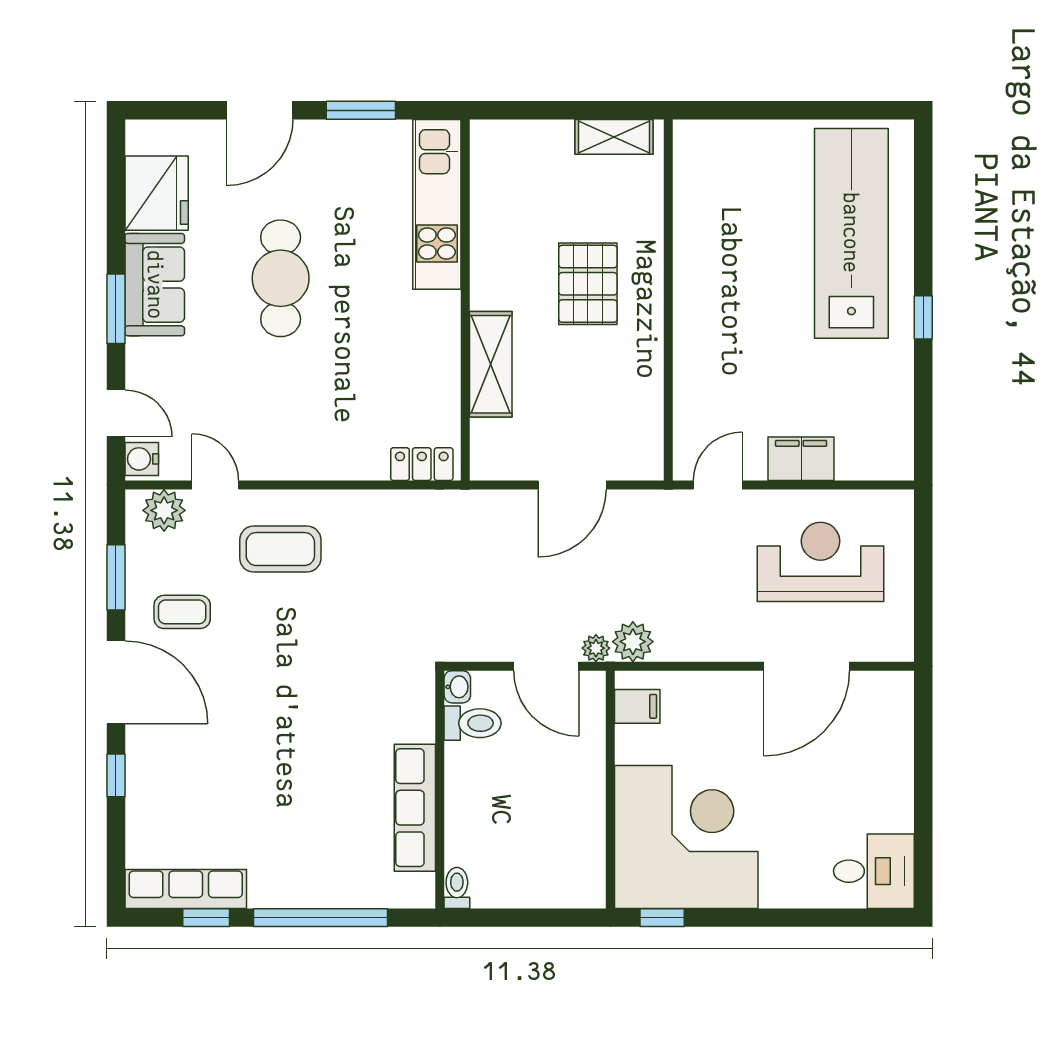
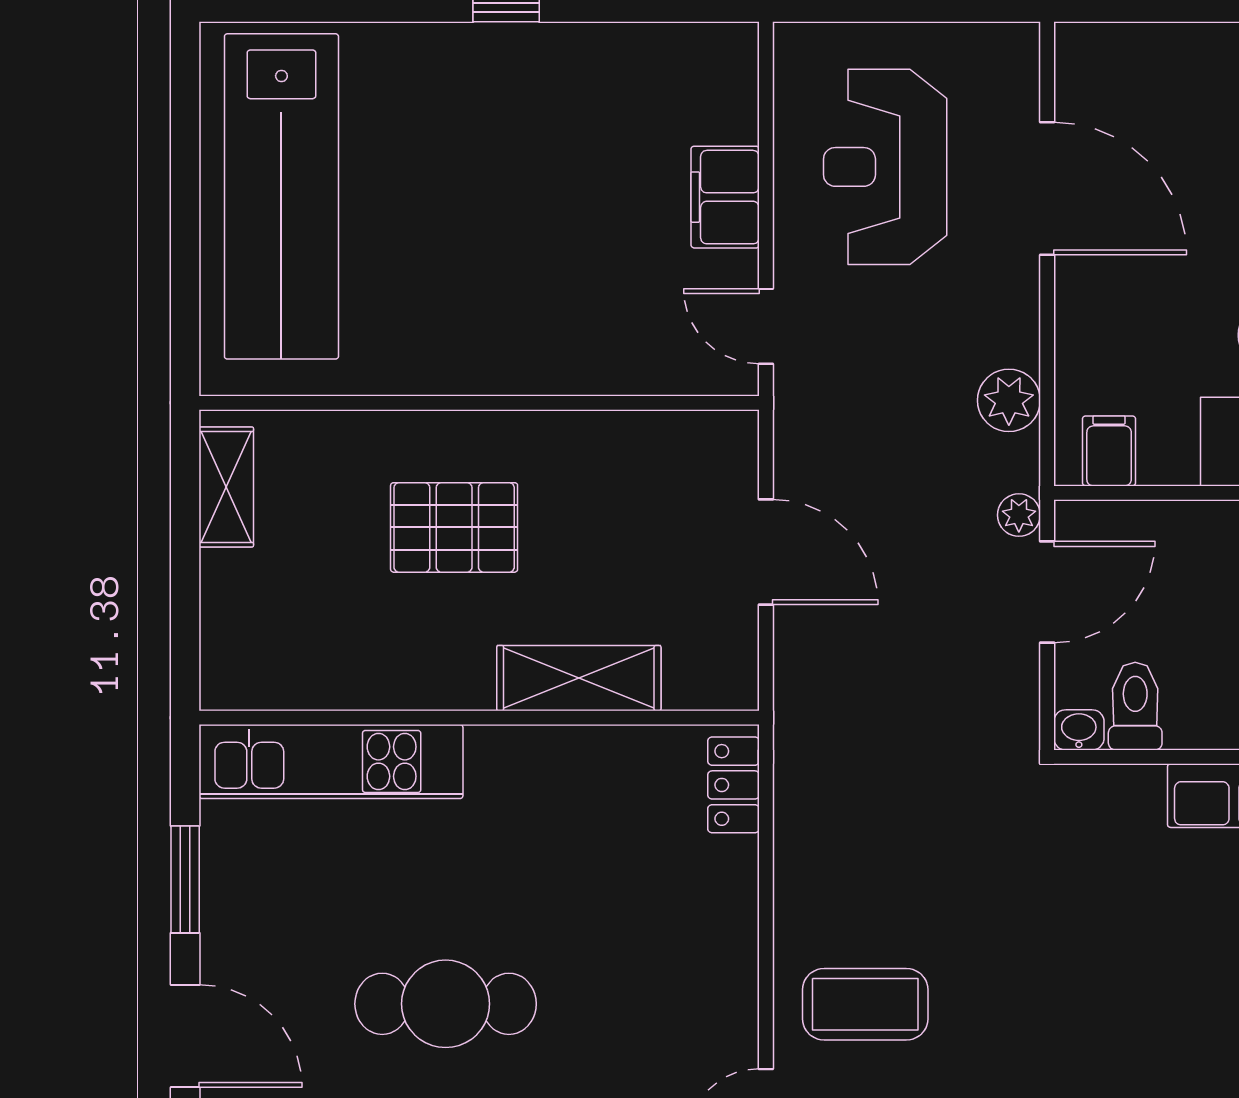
lab bench: (851, 233) -> (281, 196), moved, turned -90
coffee table: (280, 549) -> (865, 1004), turned 90
plant: (633, 642) -> (1009, 400), moved

